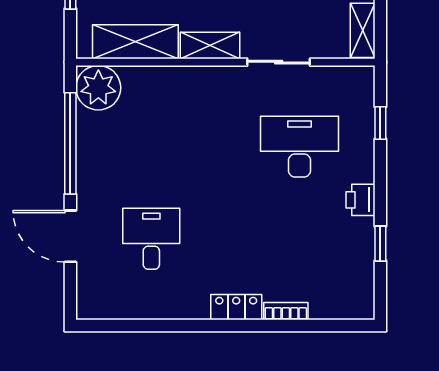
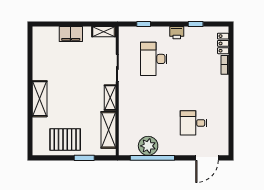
plant: (98, 88) -> (148, 146), moved
door: (70, 236) -> (207, 158), moved
locker: (236, 307) -> (223, 43), moved

